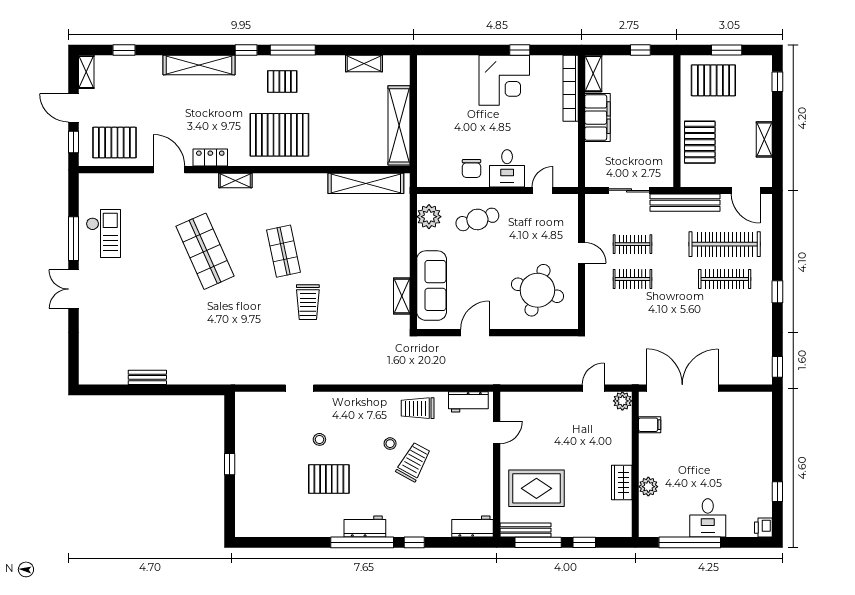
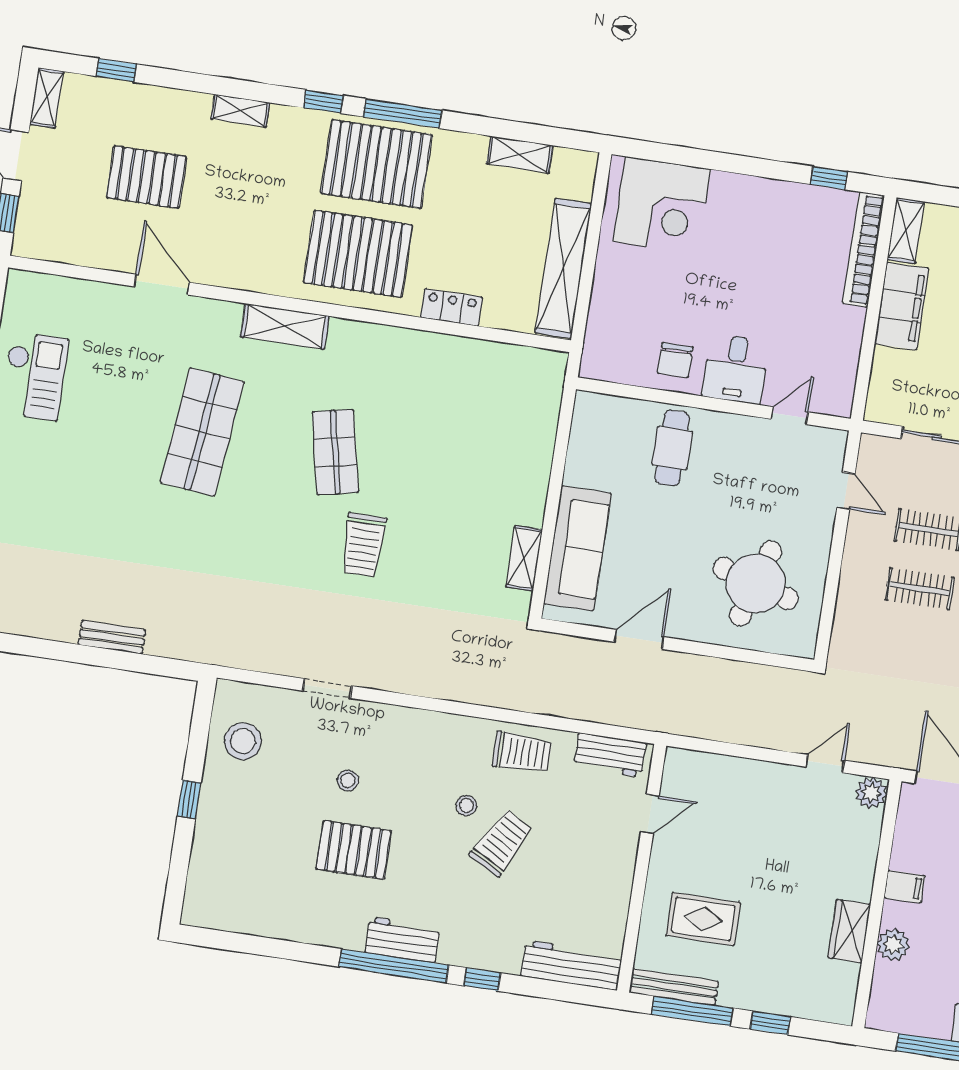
window: (520, 50) -> (829, 178), moved
shelving: (199, 65) -> (240, 111), width x0.45, depth x0.75
corner desk: (504, 80) -> (662, 205), moved
pallet: (282, 81) -> (376, 164), width x2.05, depth x2.00
pallet: (114, 143) -> (146, 177), moved
locker: (210, 158) -> (452, 307), moved
shelving: (235, 181) -> (285, 326), width x1.50, depth x1.33
shelving: (366, 183) -> (492, 358), removed
plant: (429, 217) -> (591, 431), removed
cafe table: (477, 219) -> (672, 448), turned -74
shop shelf: (205, 251) -> (202, 432), turned 30
door: (582, 253) -> (846, 491), moved
bench: (147, 377) -> (112, 637), moved
trolley: (418, 408) -> (522, 752), turned 180
filing cabinet: (650, 425) -> (904, 887), moved
stool: (256, 426) -> (243, 741), added
rug: (536, 488) -> (703, 919), width x0.73, depth x0.70
workbench: (472, 527) -> (572, 965), width x1.38

